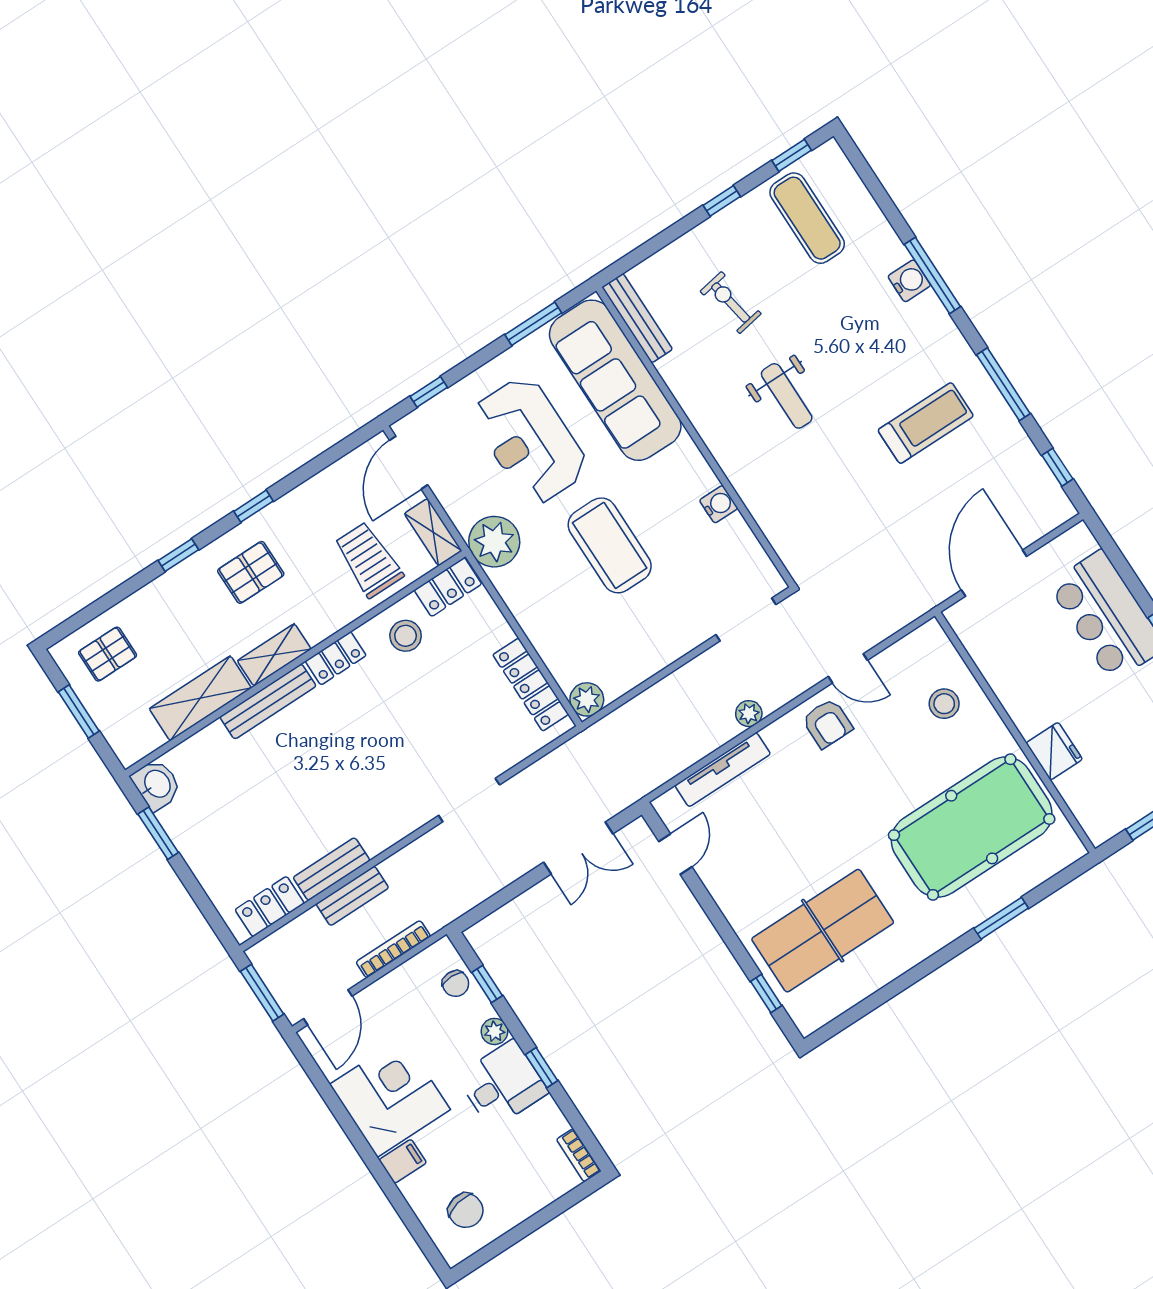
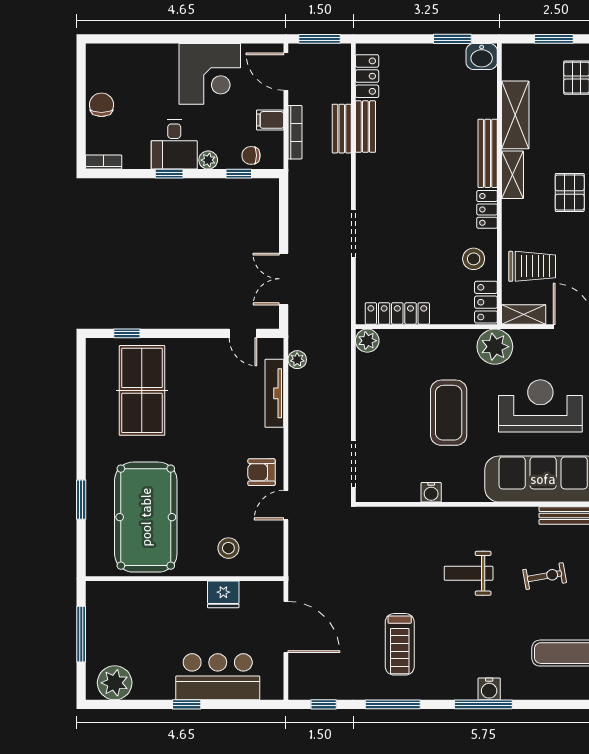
coffee table: (610, 545) -> (449, 413), turned 90
plant: (749, 714) -> (297, 360), moved
fridge: (1054, 751) -> (223, 594), moved
filing cabinet: (403, 1161) -> (270, 120), moved, turned 90
chair: (466, 1210) -> (101, 105), moved, turned 102

